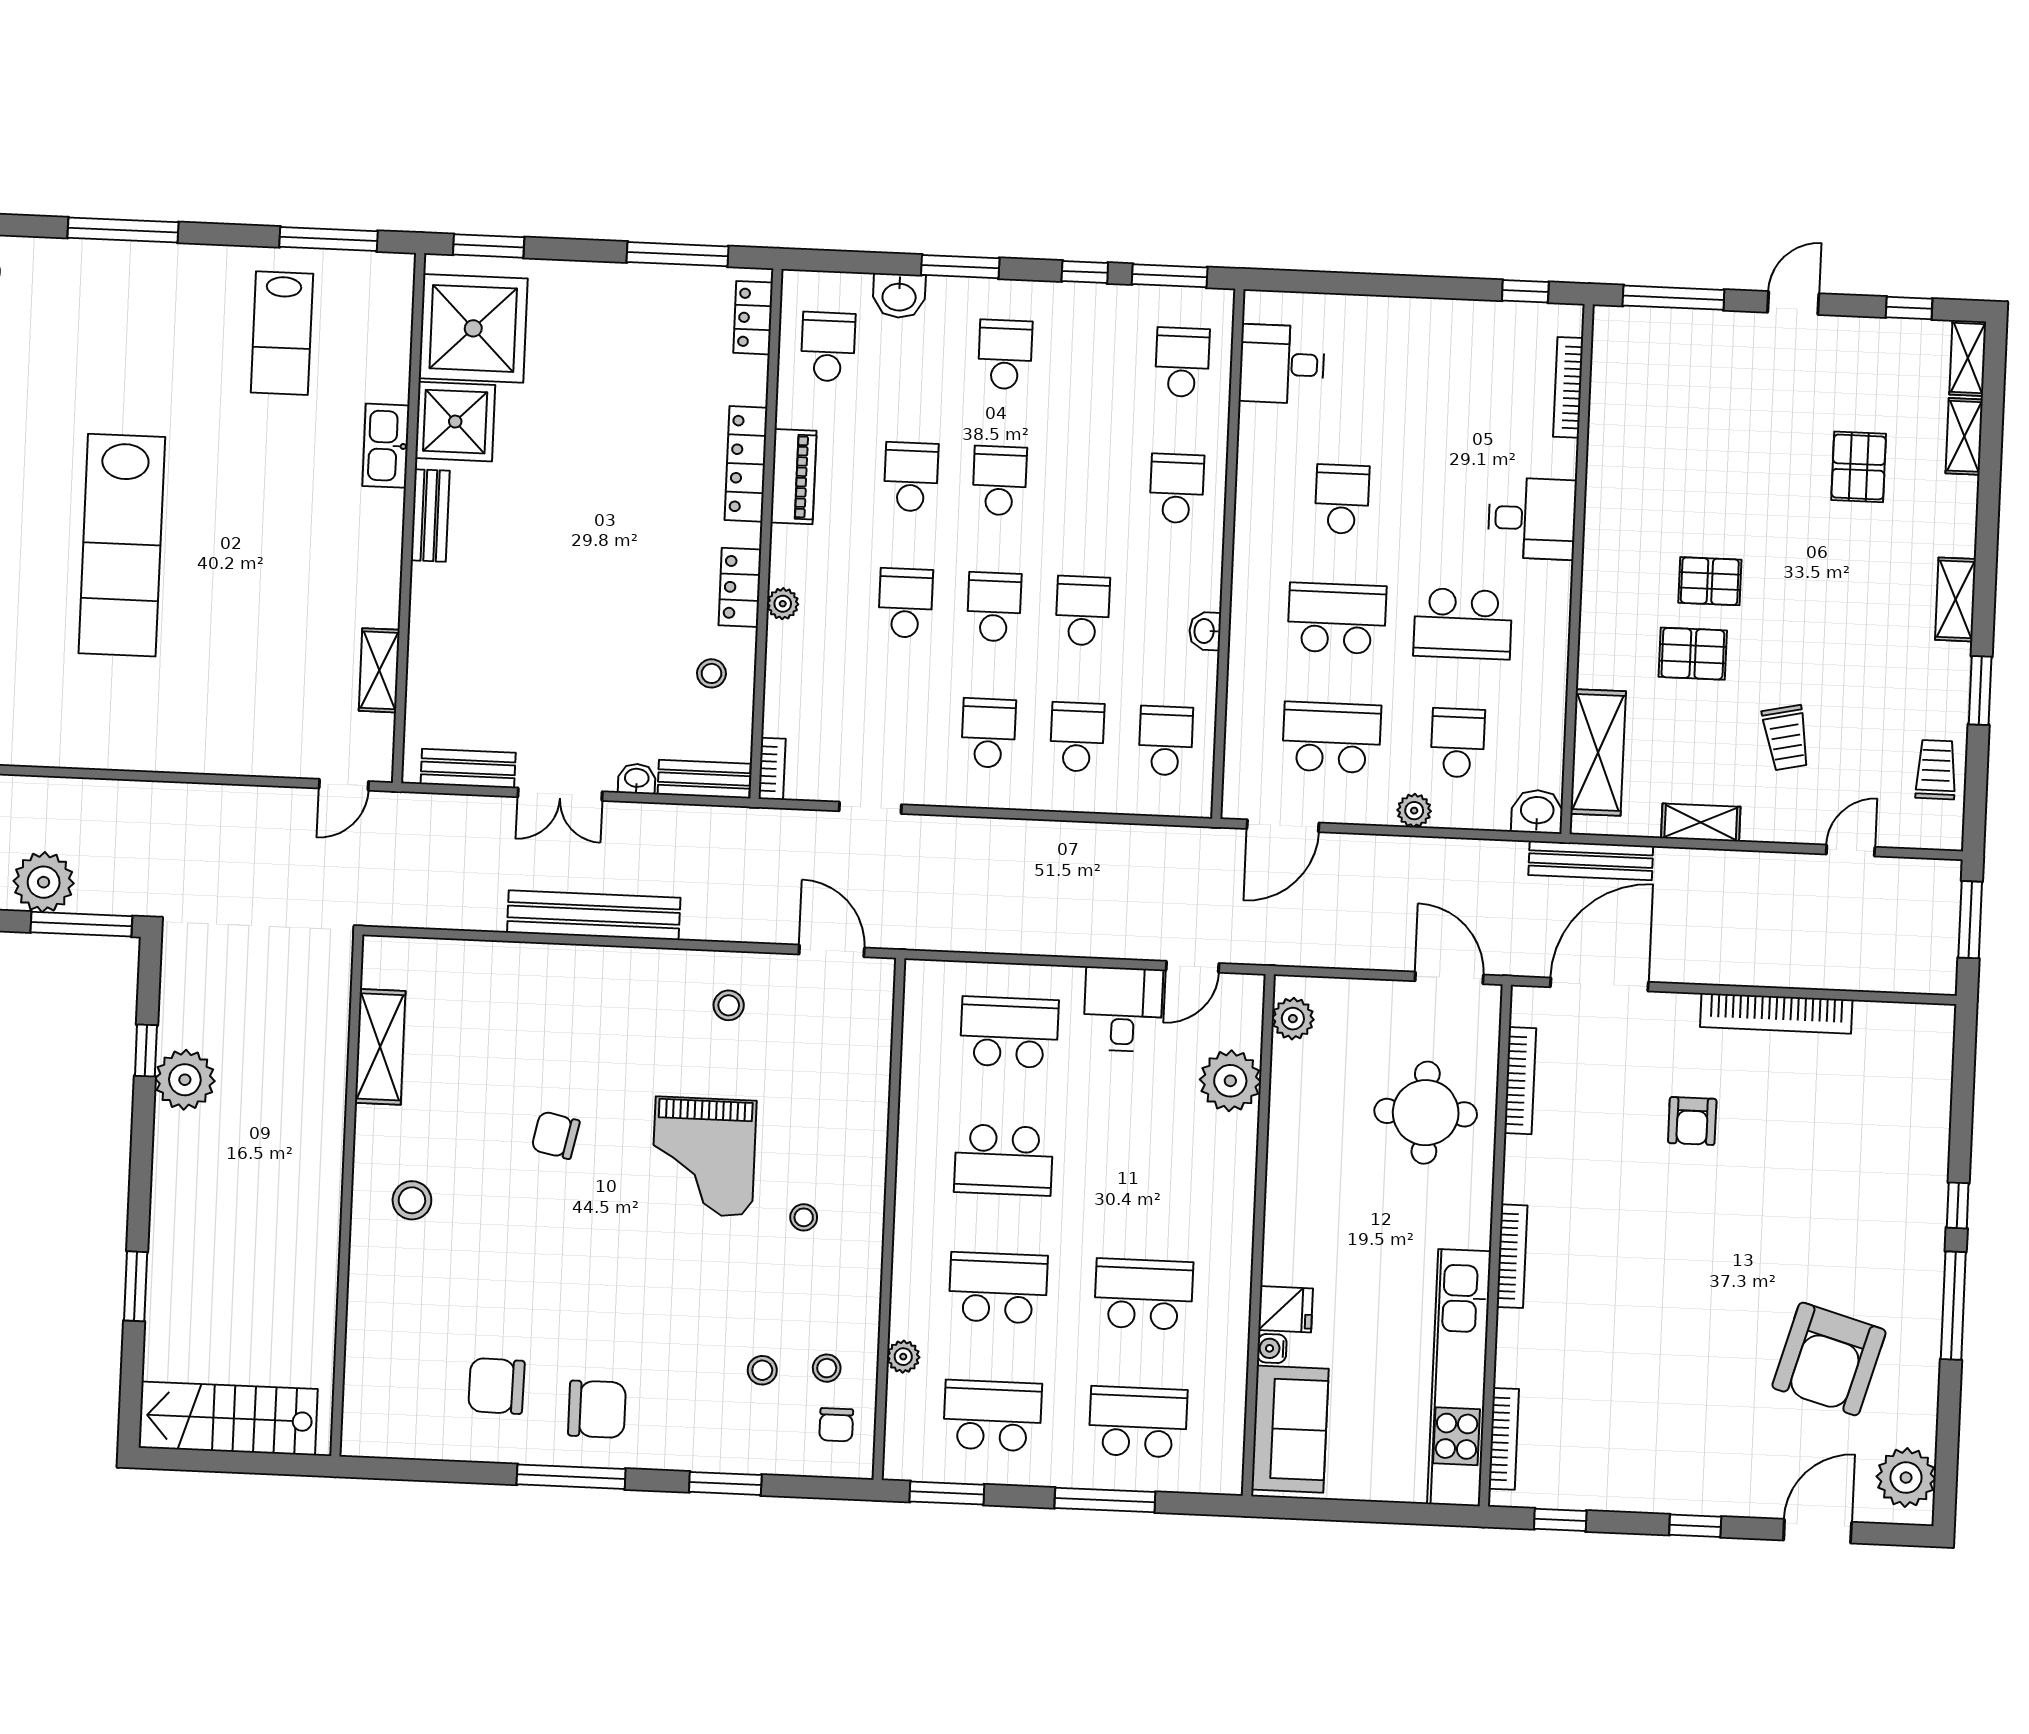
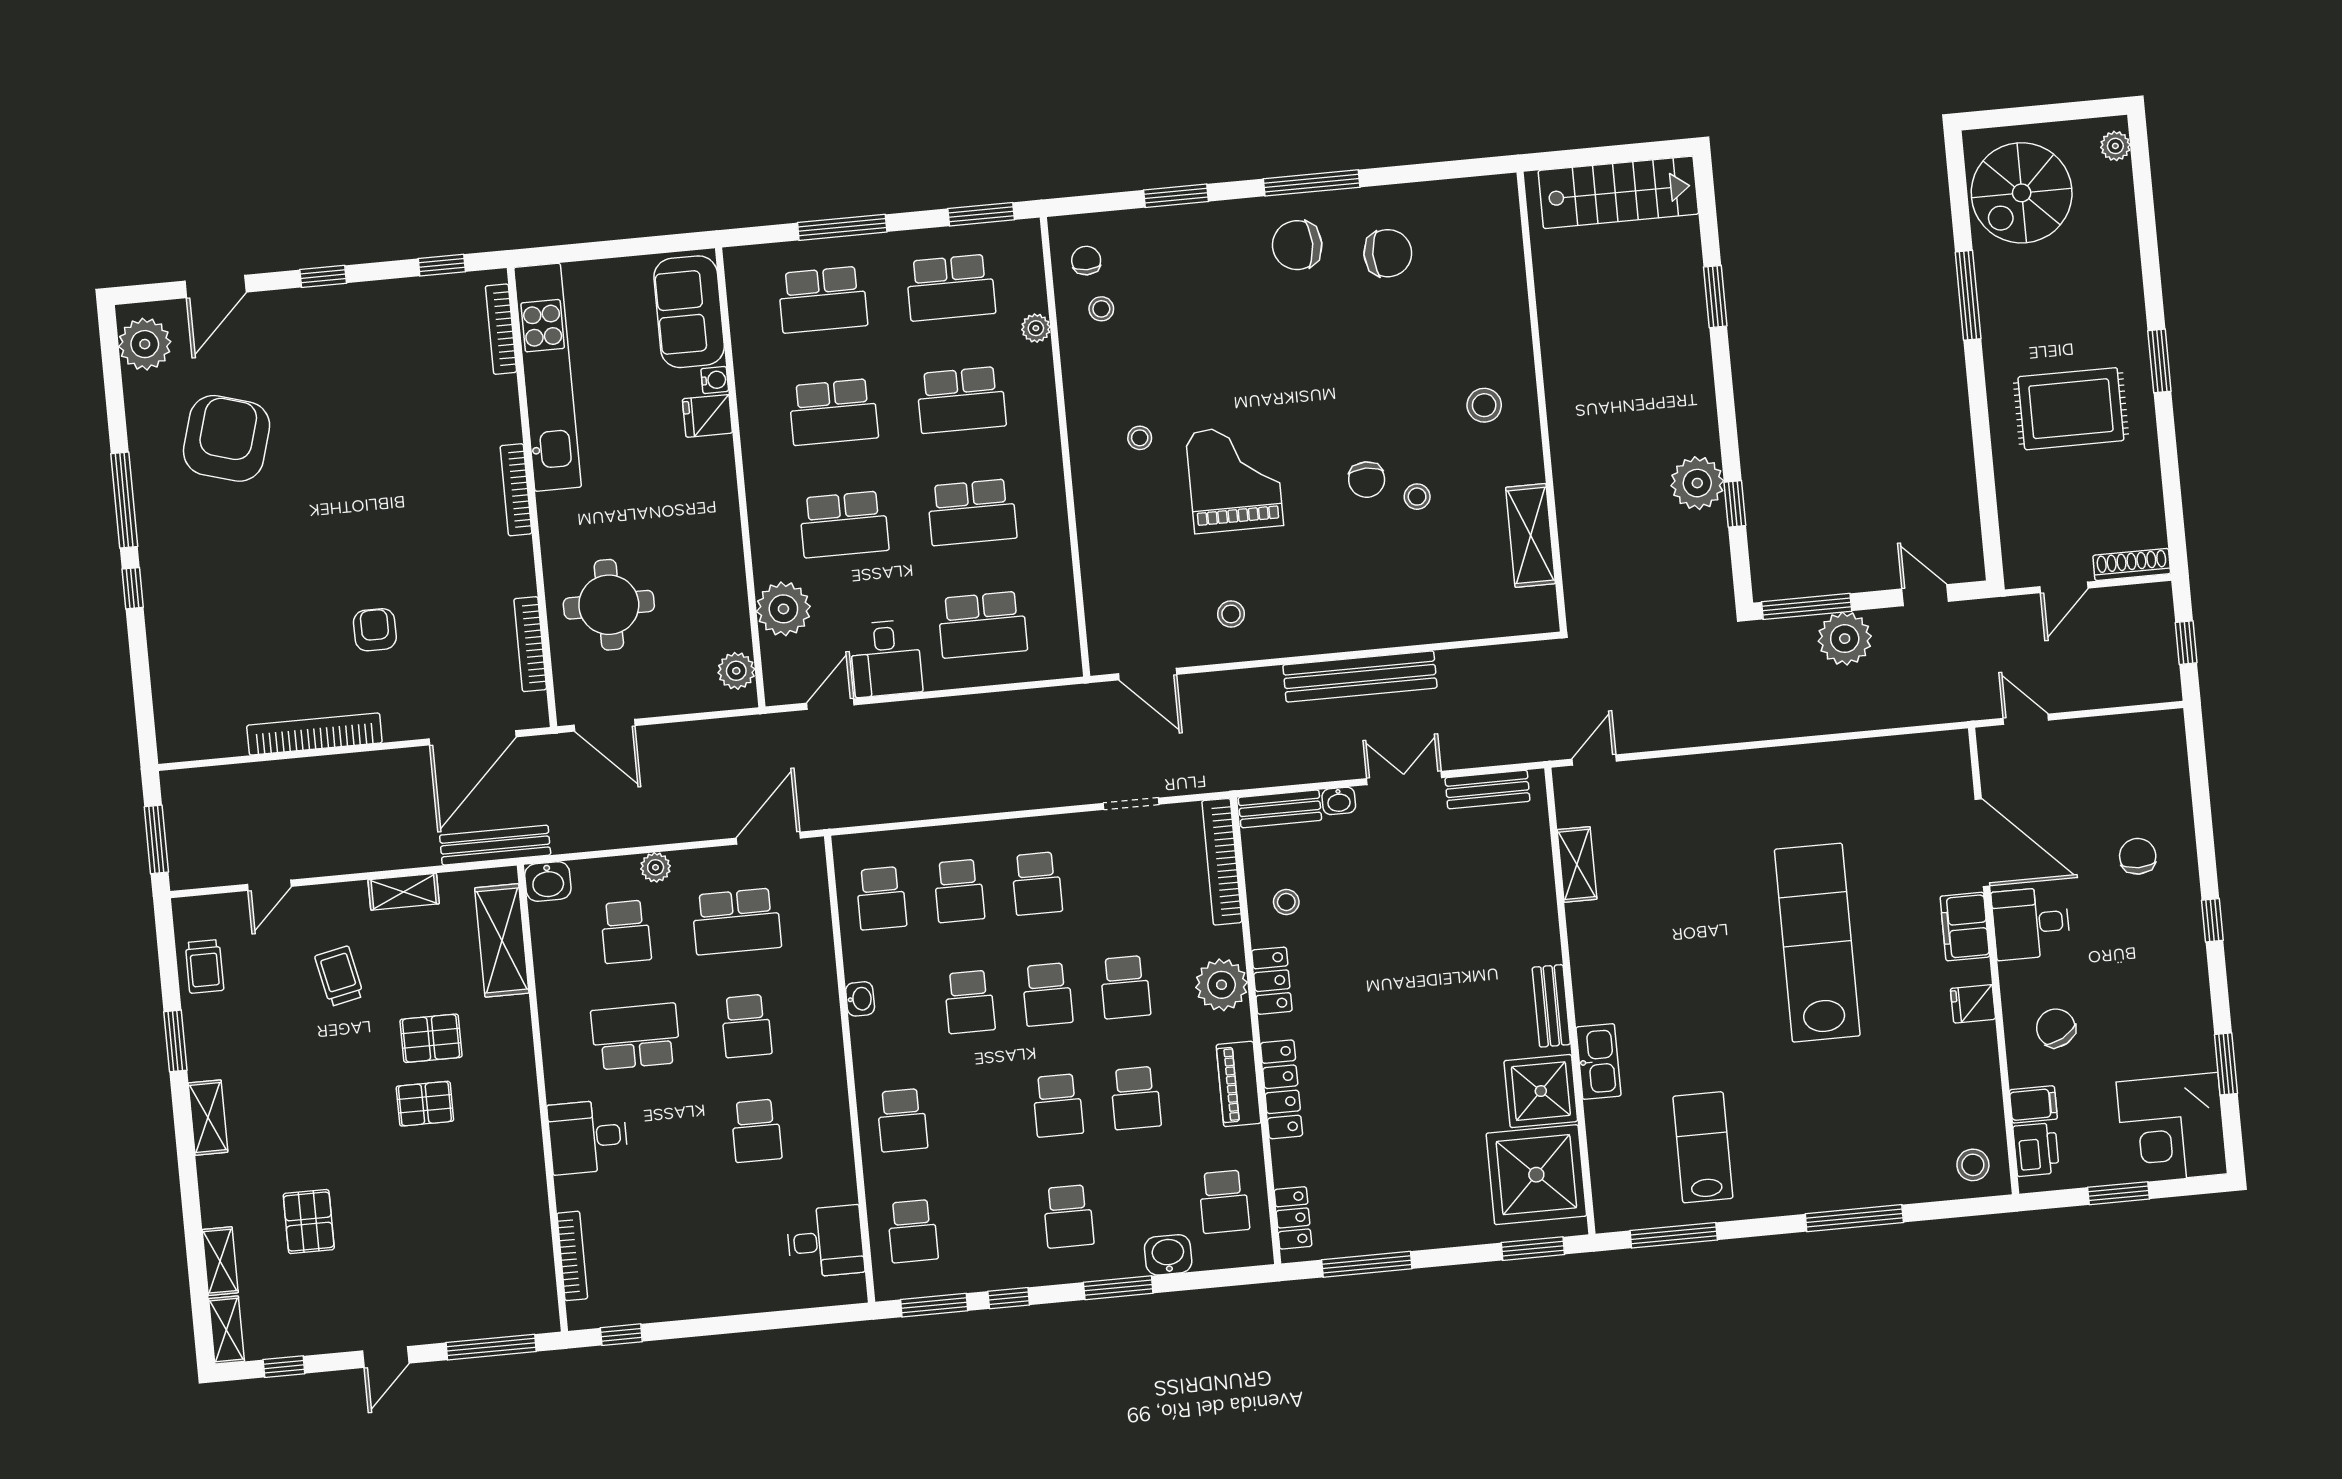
plant: (783, 604) -> (1222, 985), width x1.87, depth x1.87
school desk: (1337, 618) -> (746, 1026), width x0.54
bookcase: (772, 769) -> (1222, 862), width x2.31, depth x1.31
chair: (556, 1135) -> (1367, 480), turned 78
school desk: (1004, 1160) -> (972, 512), turned 180
school desk: (1149, 1166) -> (844, 524), added
stool: (762, 1370) -> (1417, 497), moved

